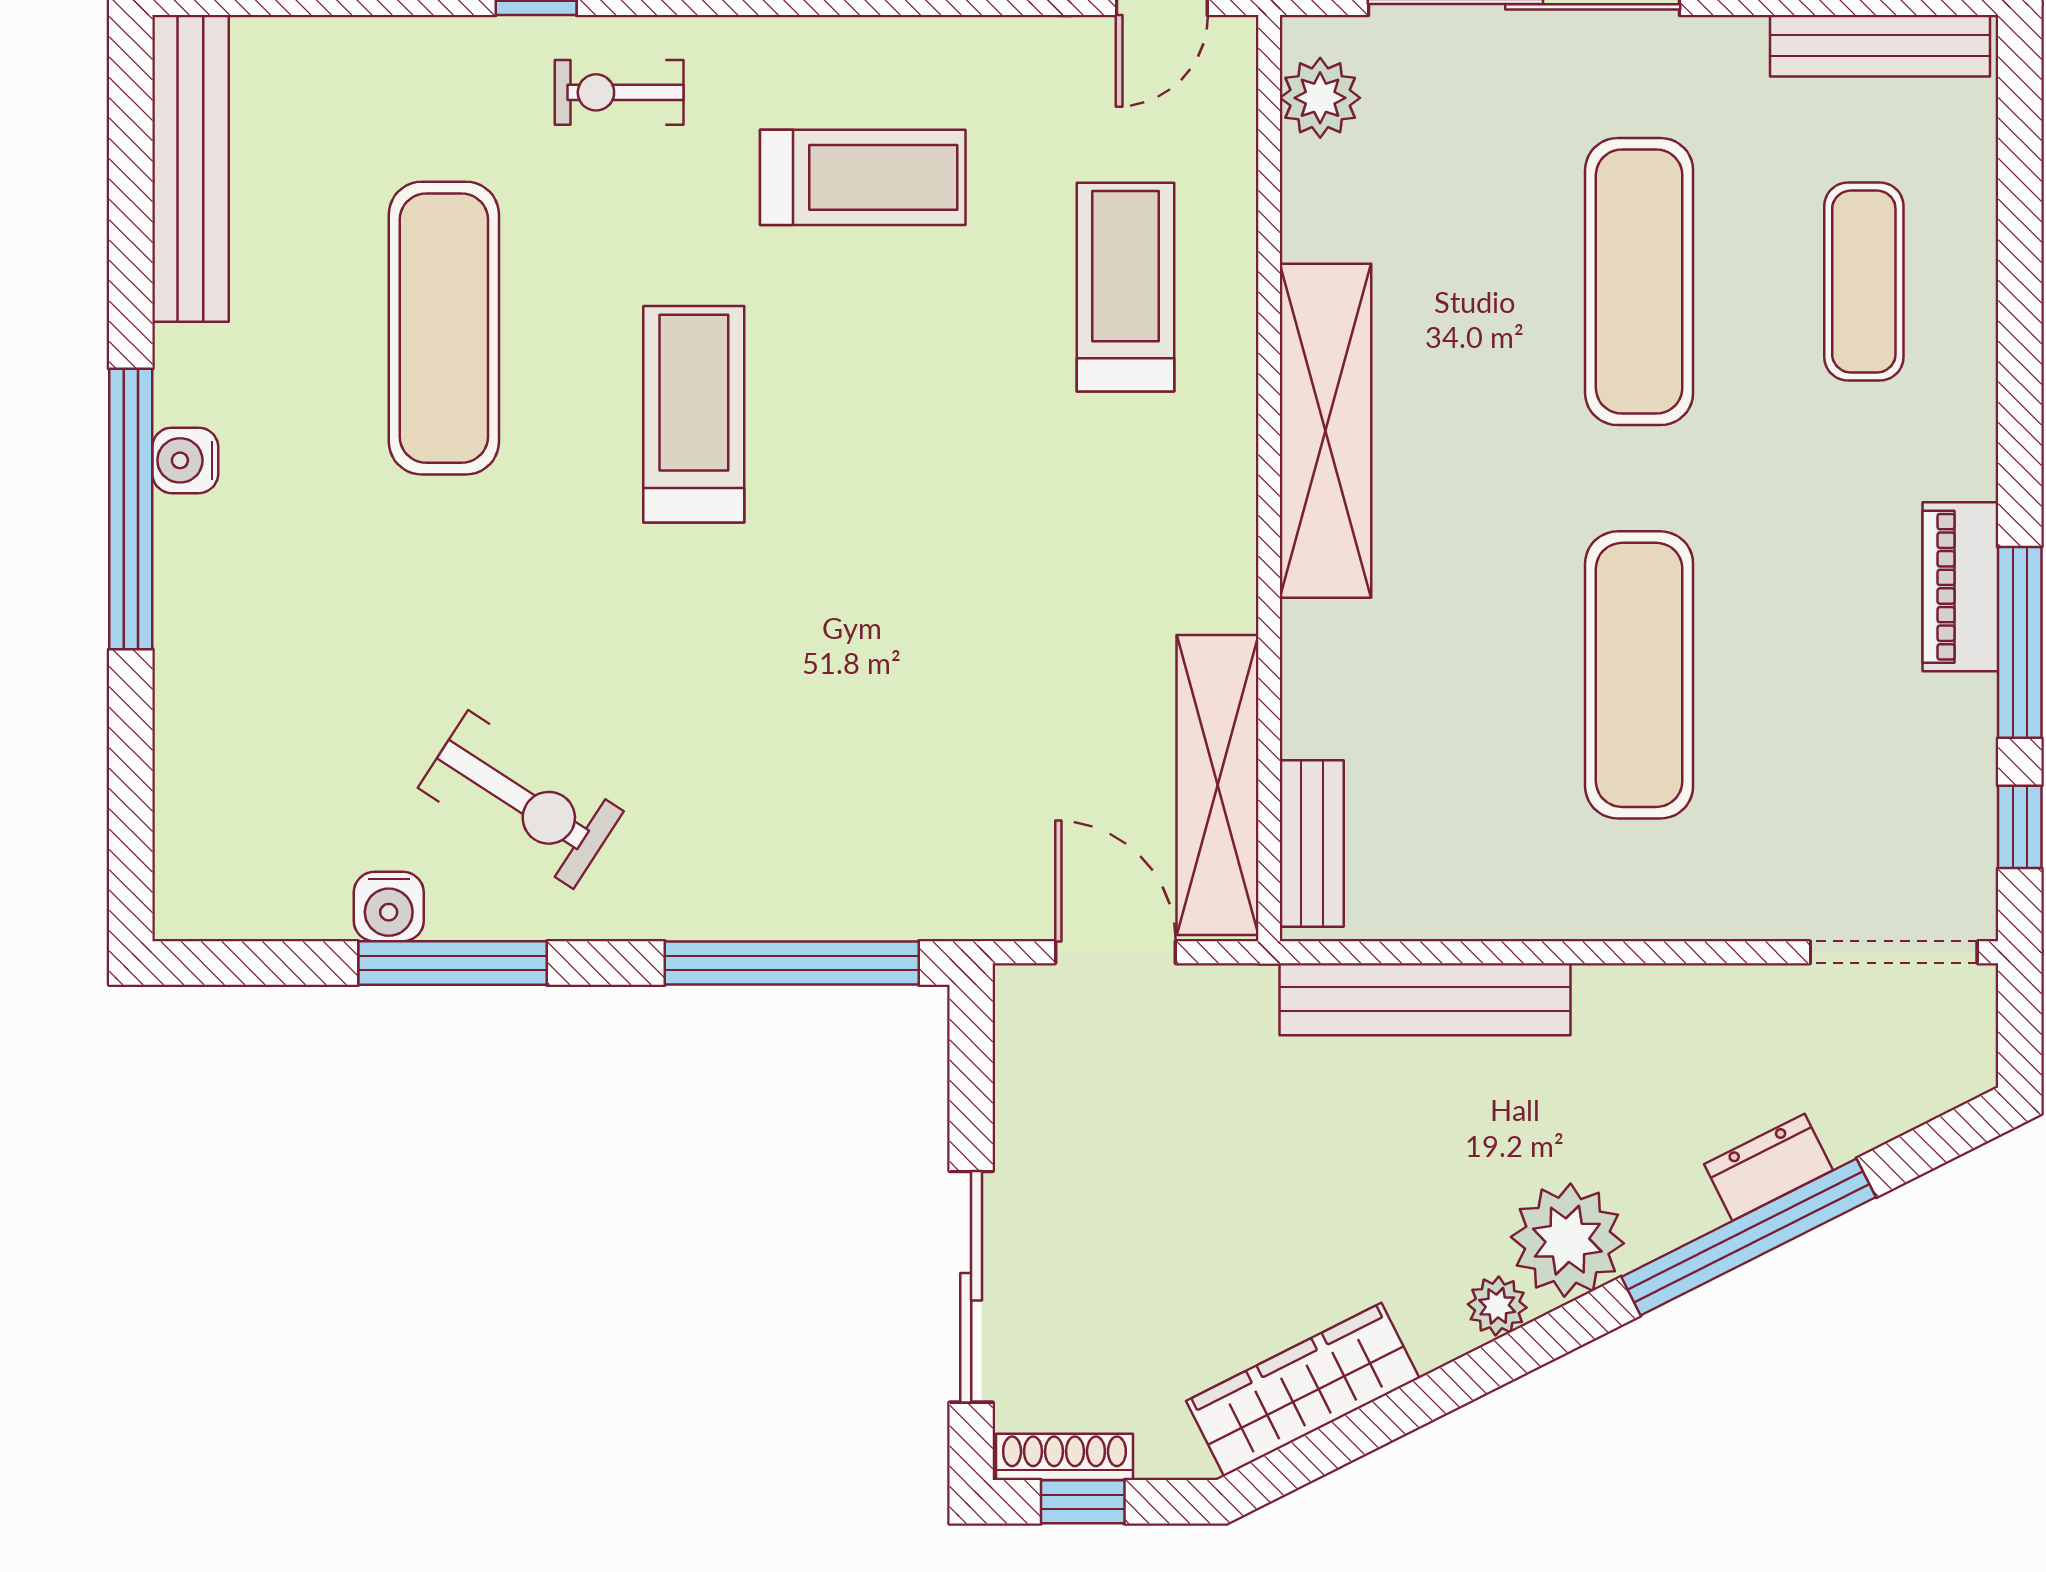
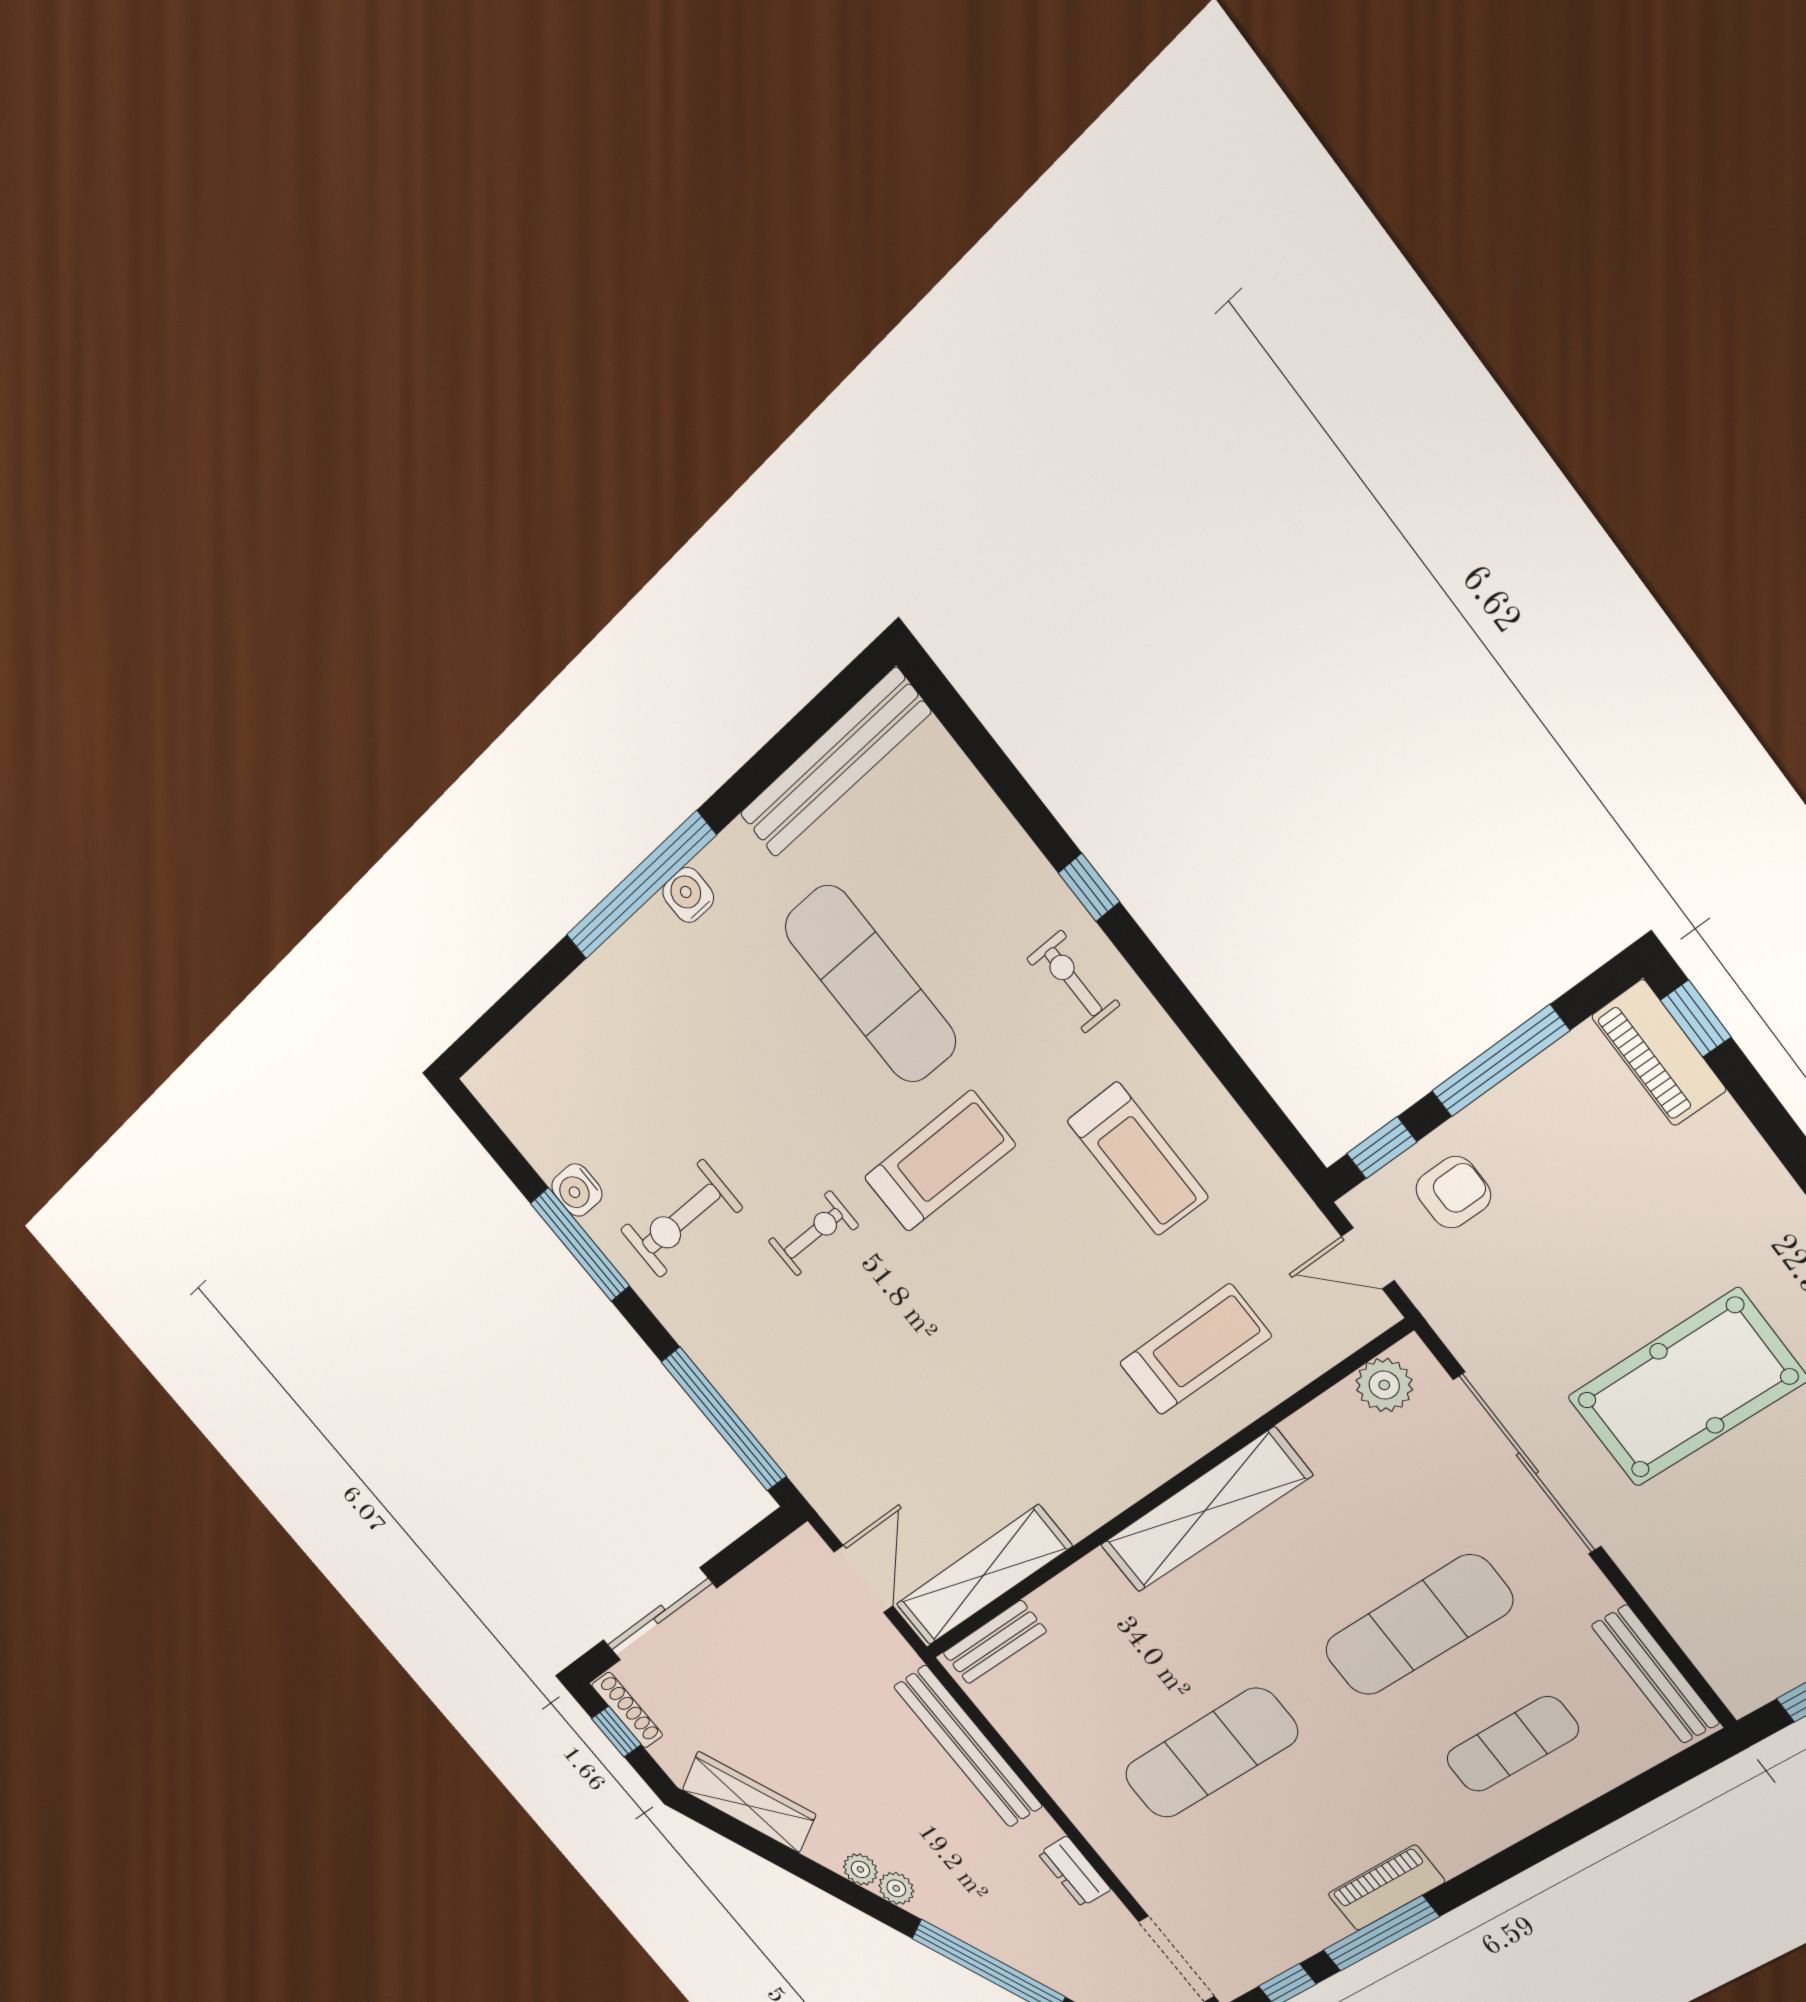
exercise mat: (444, 328) -> (870, 984), turned 90
exercise bike: (660, 643) -> (813, 1233), added
exercise bike: (521, 800) -> (681, 1219), turned 57
dresser: (1768, 1167) -> (1074, 1871), moved, turned -153
plant: (1567, 1240) -> (896, 1888), width x0.53, depth x0.53

